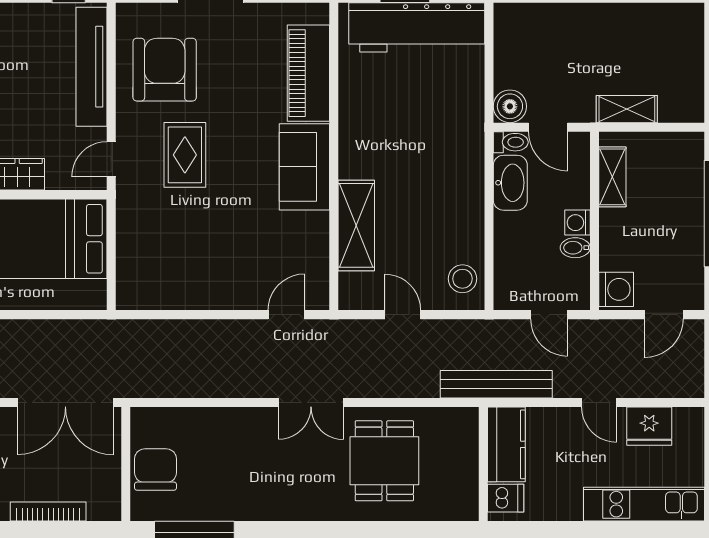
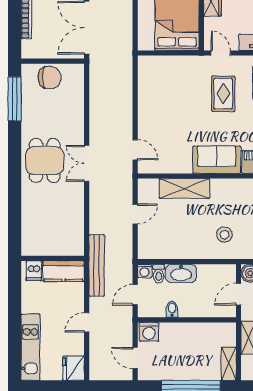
toilet: (511, 142) -> (159, 274), moved
rug: (185, 155) -> (223, 94), turned 90
shelving: (612, 177) -> (229, 364), moved, turned 90
washbasin: (510, 183) -> (181, 273), moved
washing machine: (577, 223) -> (144, 271), moved, turned 180
stool: (462, 279) -> (224, 235), moved
fridge: (649, 426) -> (74, 368), moved
dining table: (384, 461) -> (45, 160), moved, turned 90

